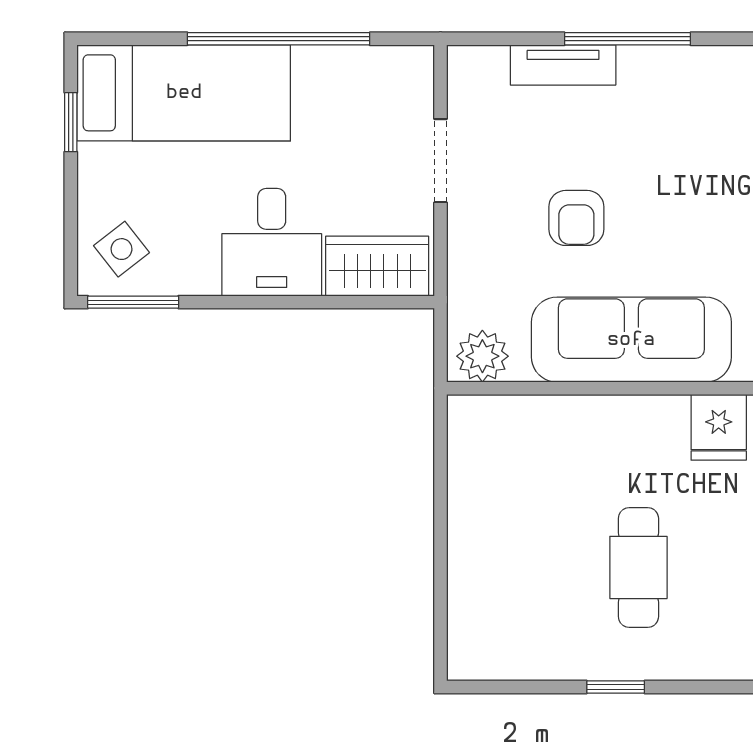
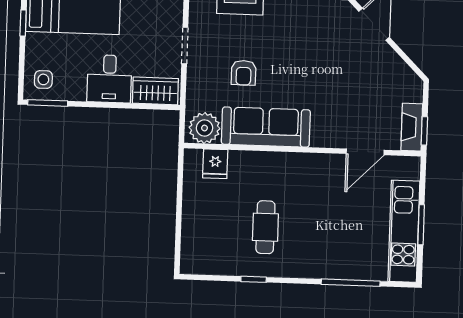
side table: (121, 249) -> (43, 79), turned 38
plant: (482, 356) -> (204, 128), width x1.36, depth x1.36
fridge: (719, 427) -> (215, 164), moved

